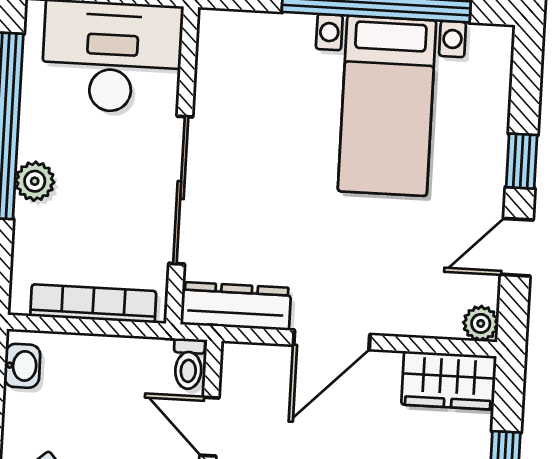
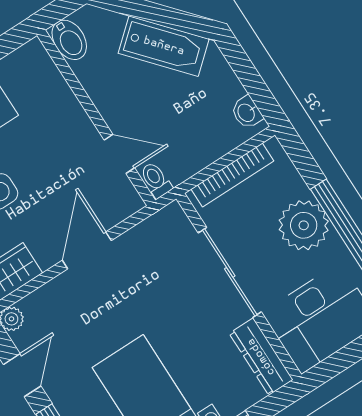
plant: (35, 181) -> (304, 225), width x1.87, depth x1.87
dresser: (236, 306) -> (261, 357), moved, turned 90

